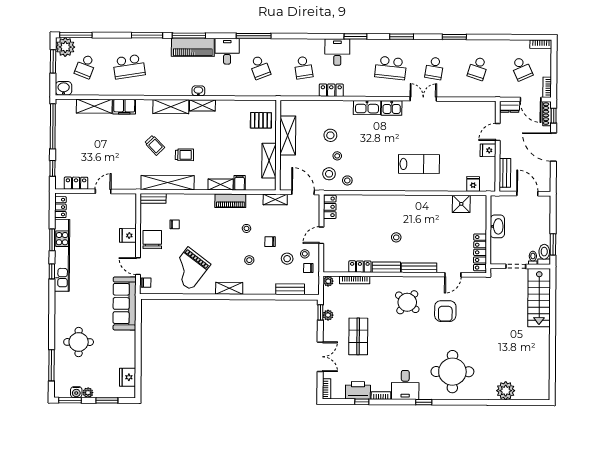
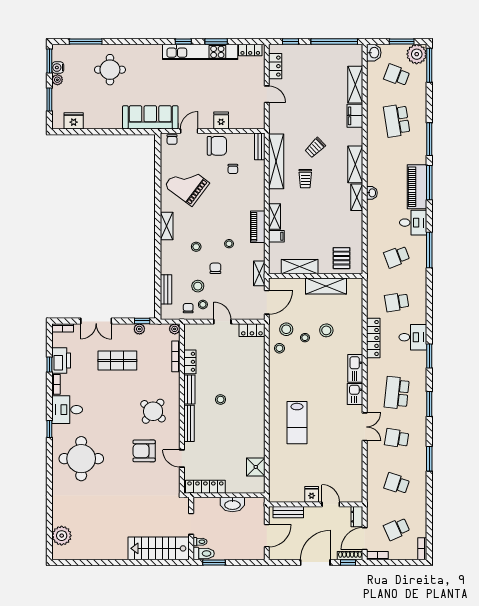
locker: (331, 90) -> (373, 338), width x1.53
fridge: (473, 184) -> (276, 479), removed
plant: (506, 391) -> (62, 536), moved

